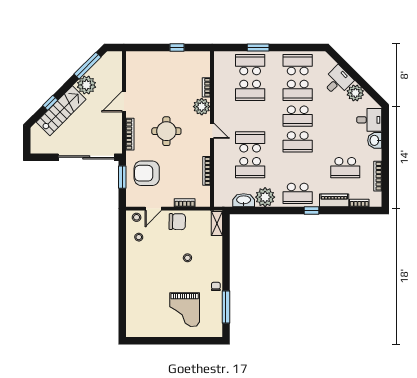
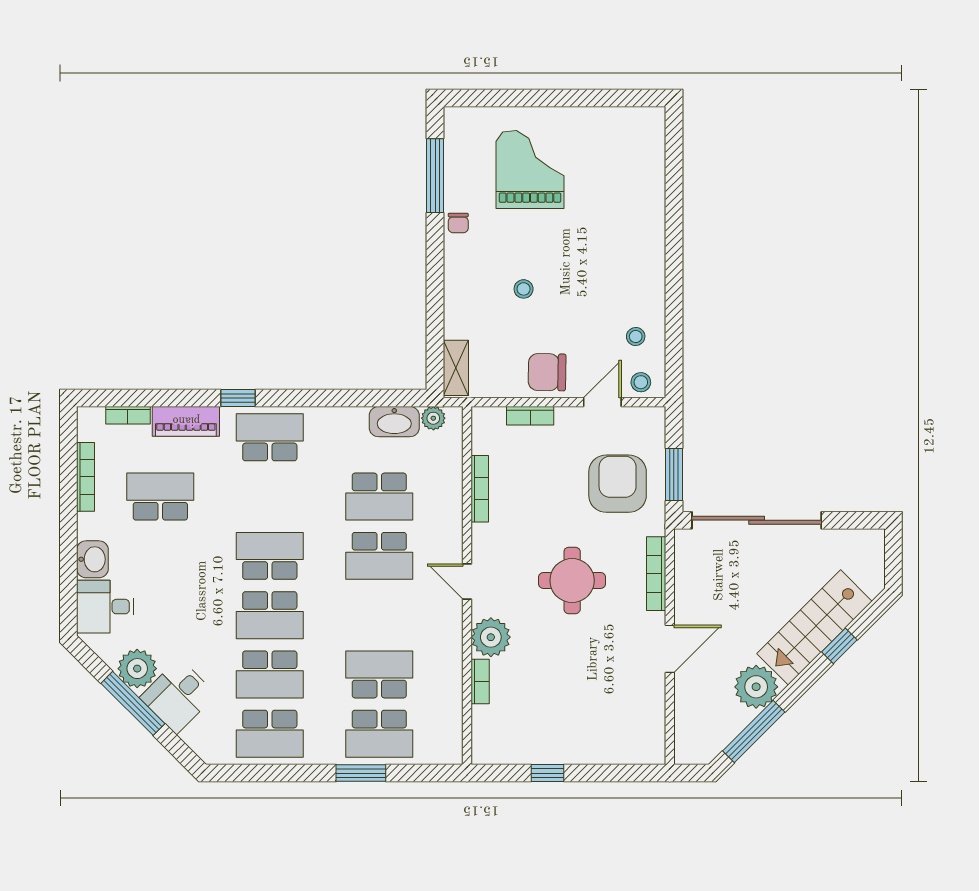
window: (357, 78) -> (133, 703), added
school desk: (298, 90) -> (270, 674), turned 180
school desk: (298, 116) -> (270, 615), turned 180
school desk: (250, 168) -> (379, 497), turned 180
armchair: (147, 173) -> (618, 484), turned -90
plant: (265, 197) -> (433, 418), moved, width x0.53, depth x0.53

